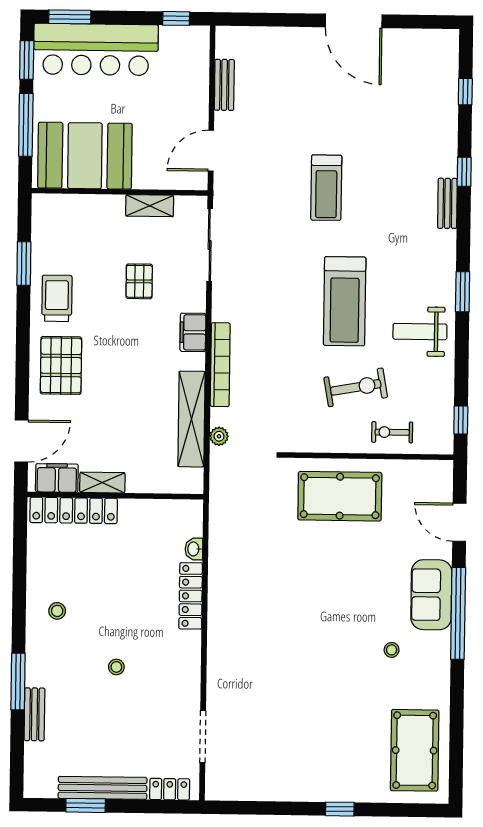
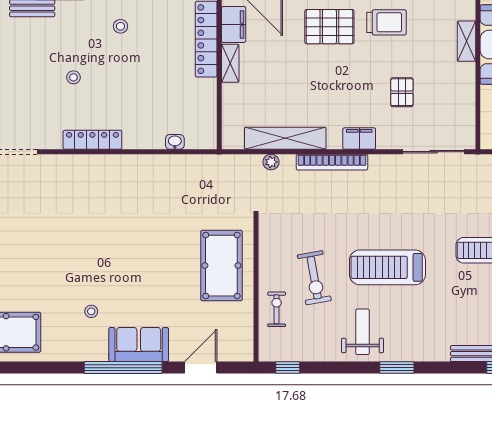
shelving: (150, 206) -> (466, 41), moved
pallet: (139, 281) -> (402, 92), turned 90
locker: (191, 596) -> (92, 140), moved

